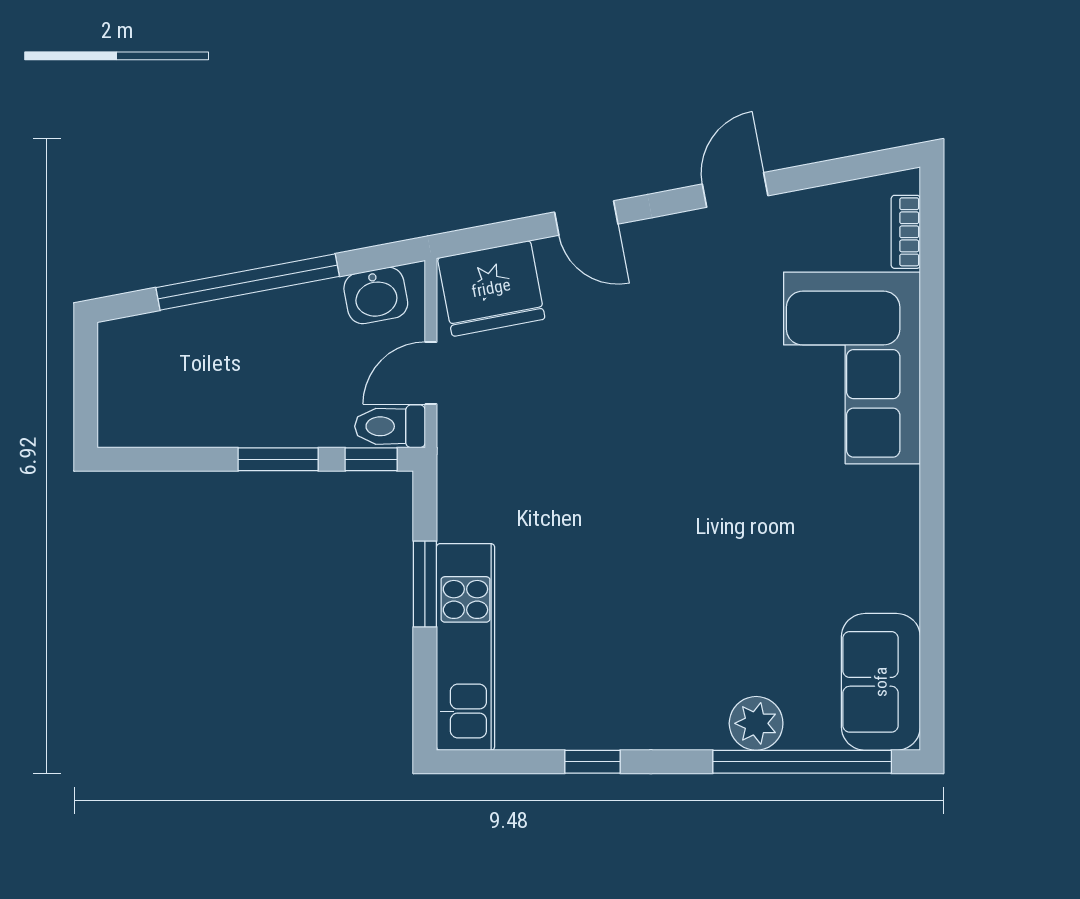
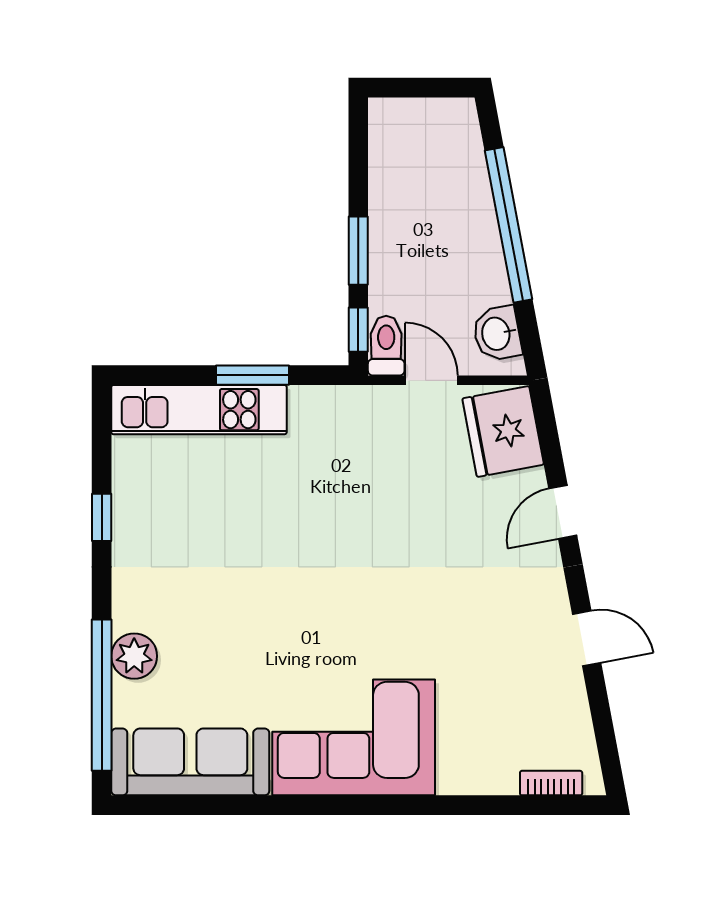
corner sofa: (852, 368) -> (354, 737), moved
sofa: (881, 682) -> (190, 762), width x1.36

